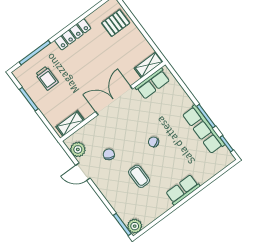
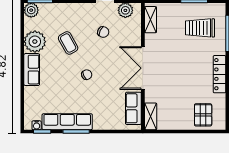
trolley: (47, 78) -> (200, 28), width x1.36, depth x1.39
double door: (114, 100) -> (143, 68), swing flipped
water cooler: (225, 152) -> (37, 125), added
coffee table: (139, 176) -> (68, 43), turned 61
plant: (158, 204) -> (35, 42), added

